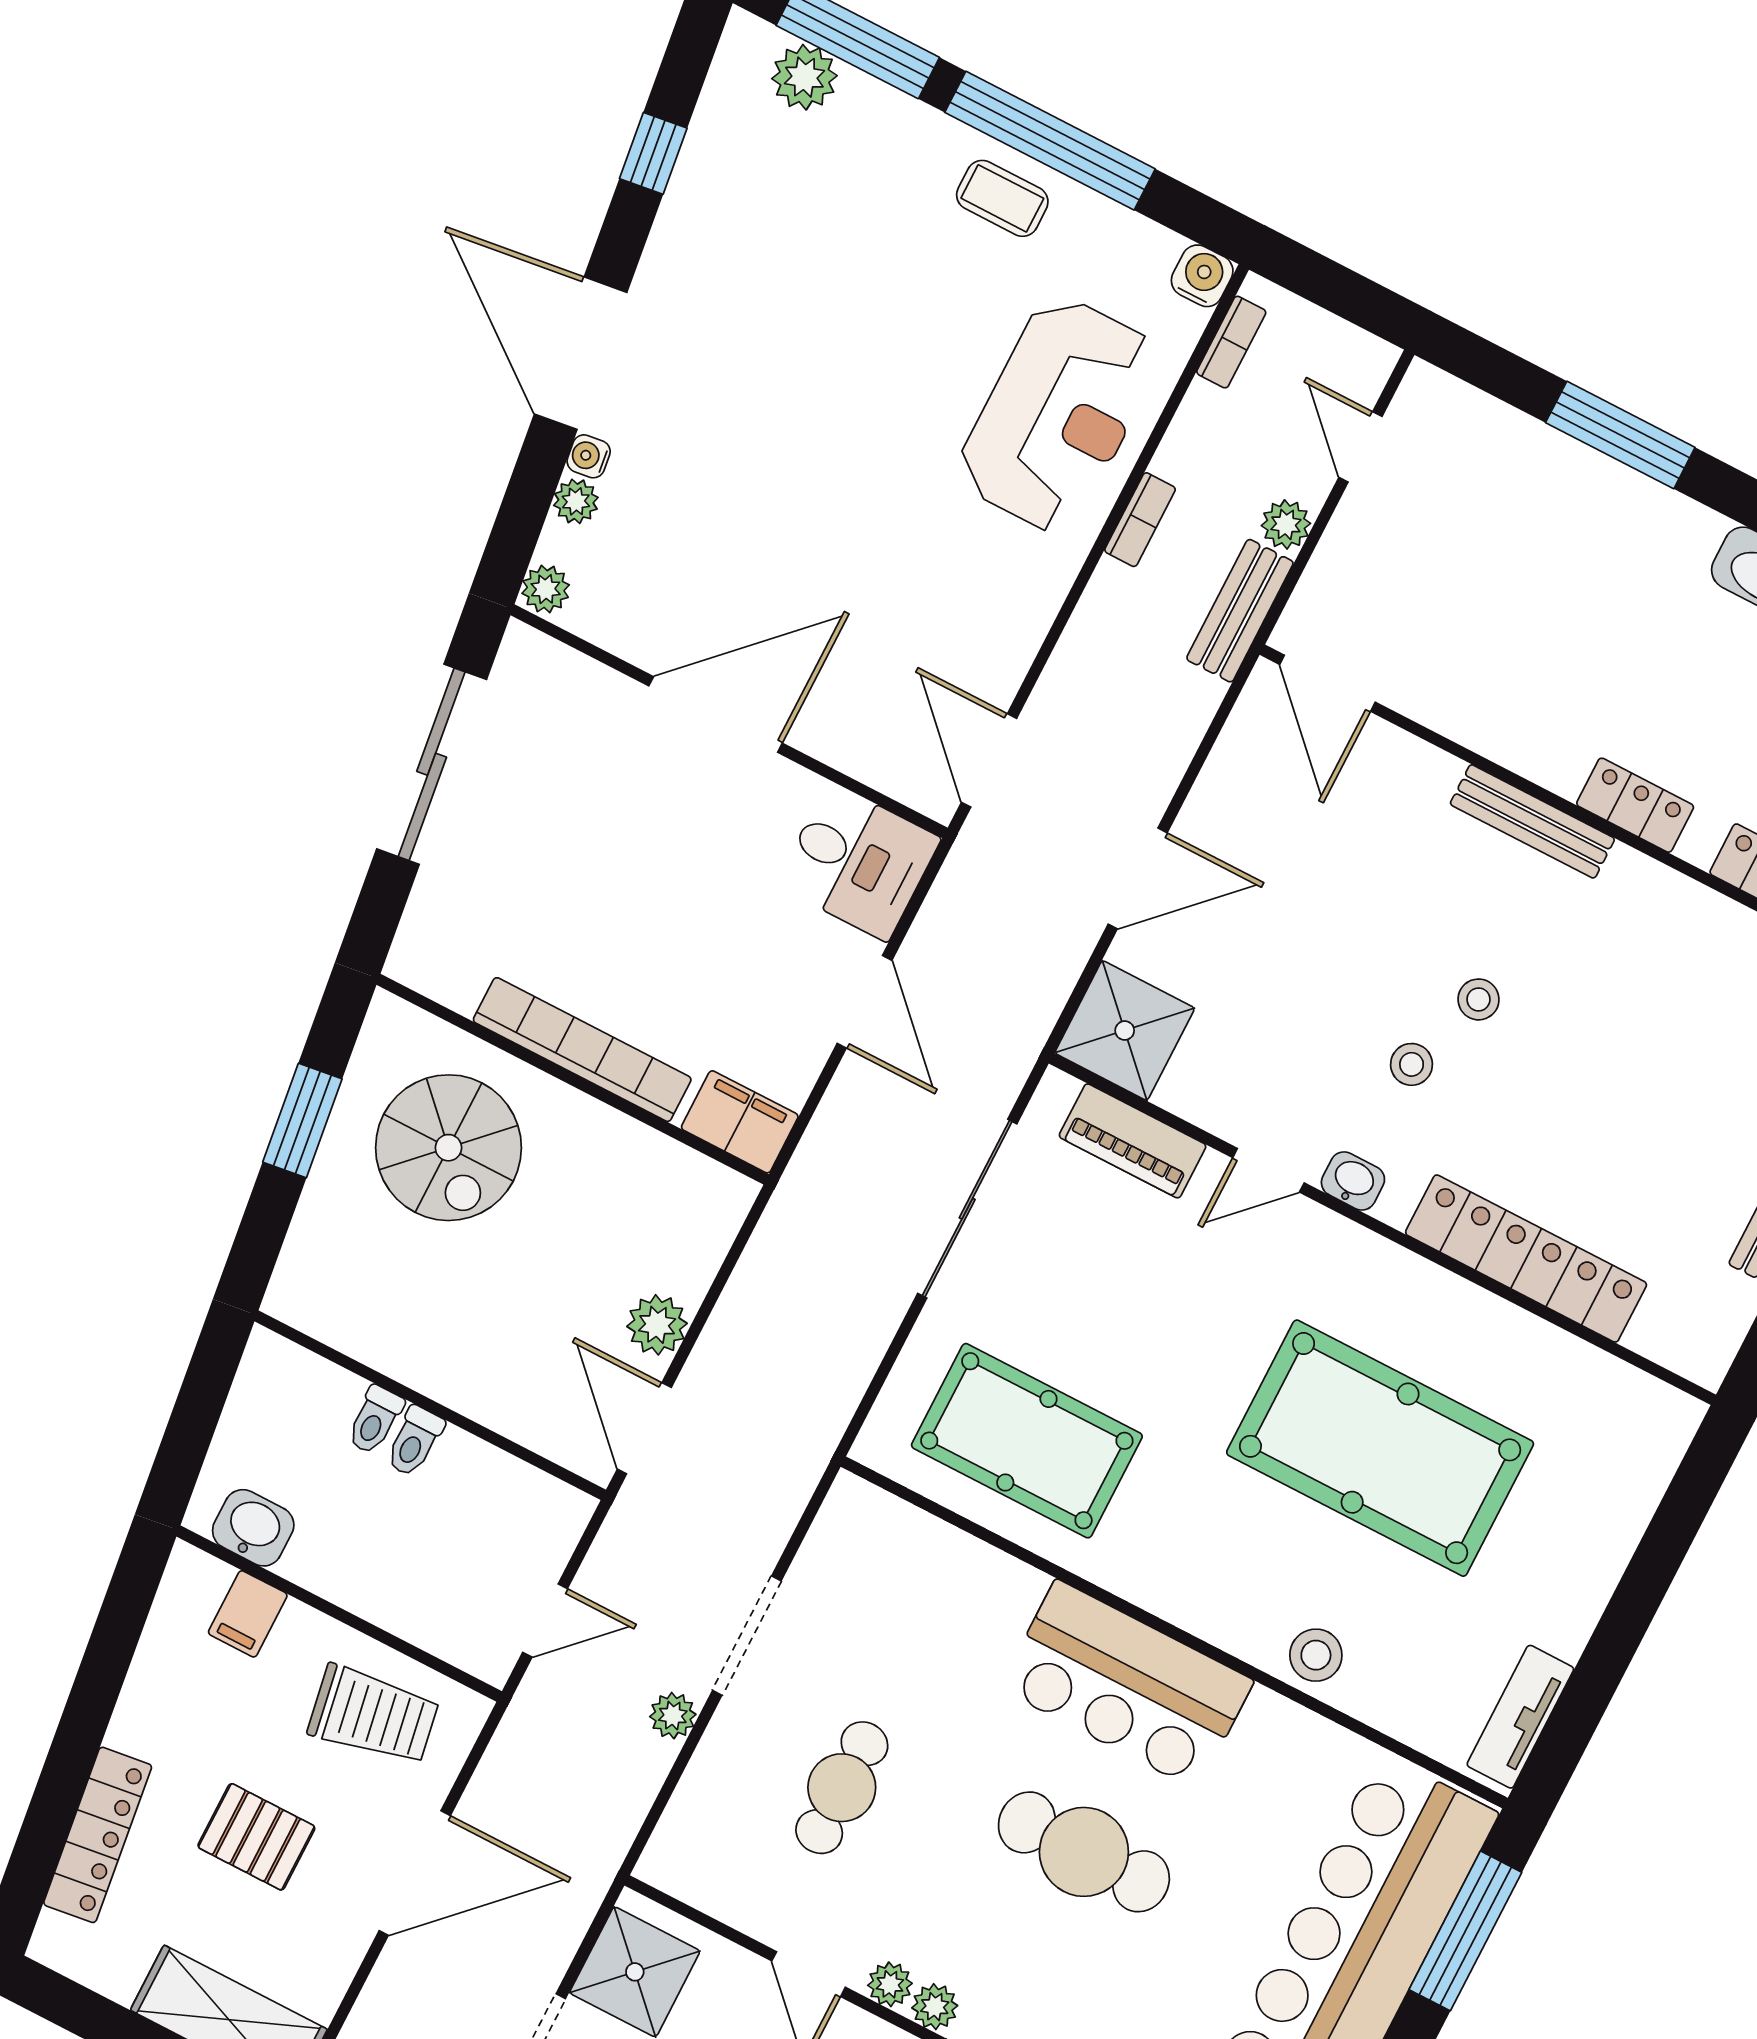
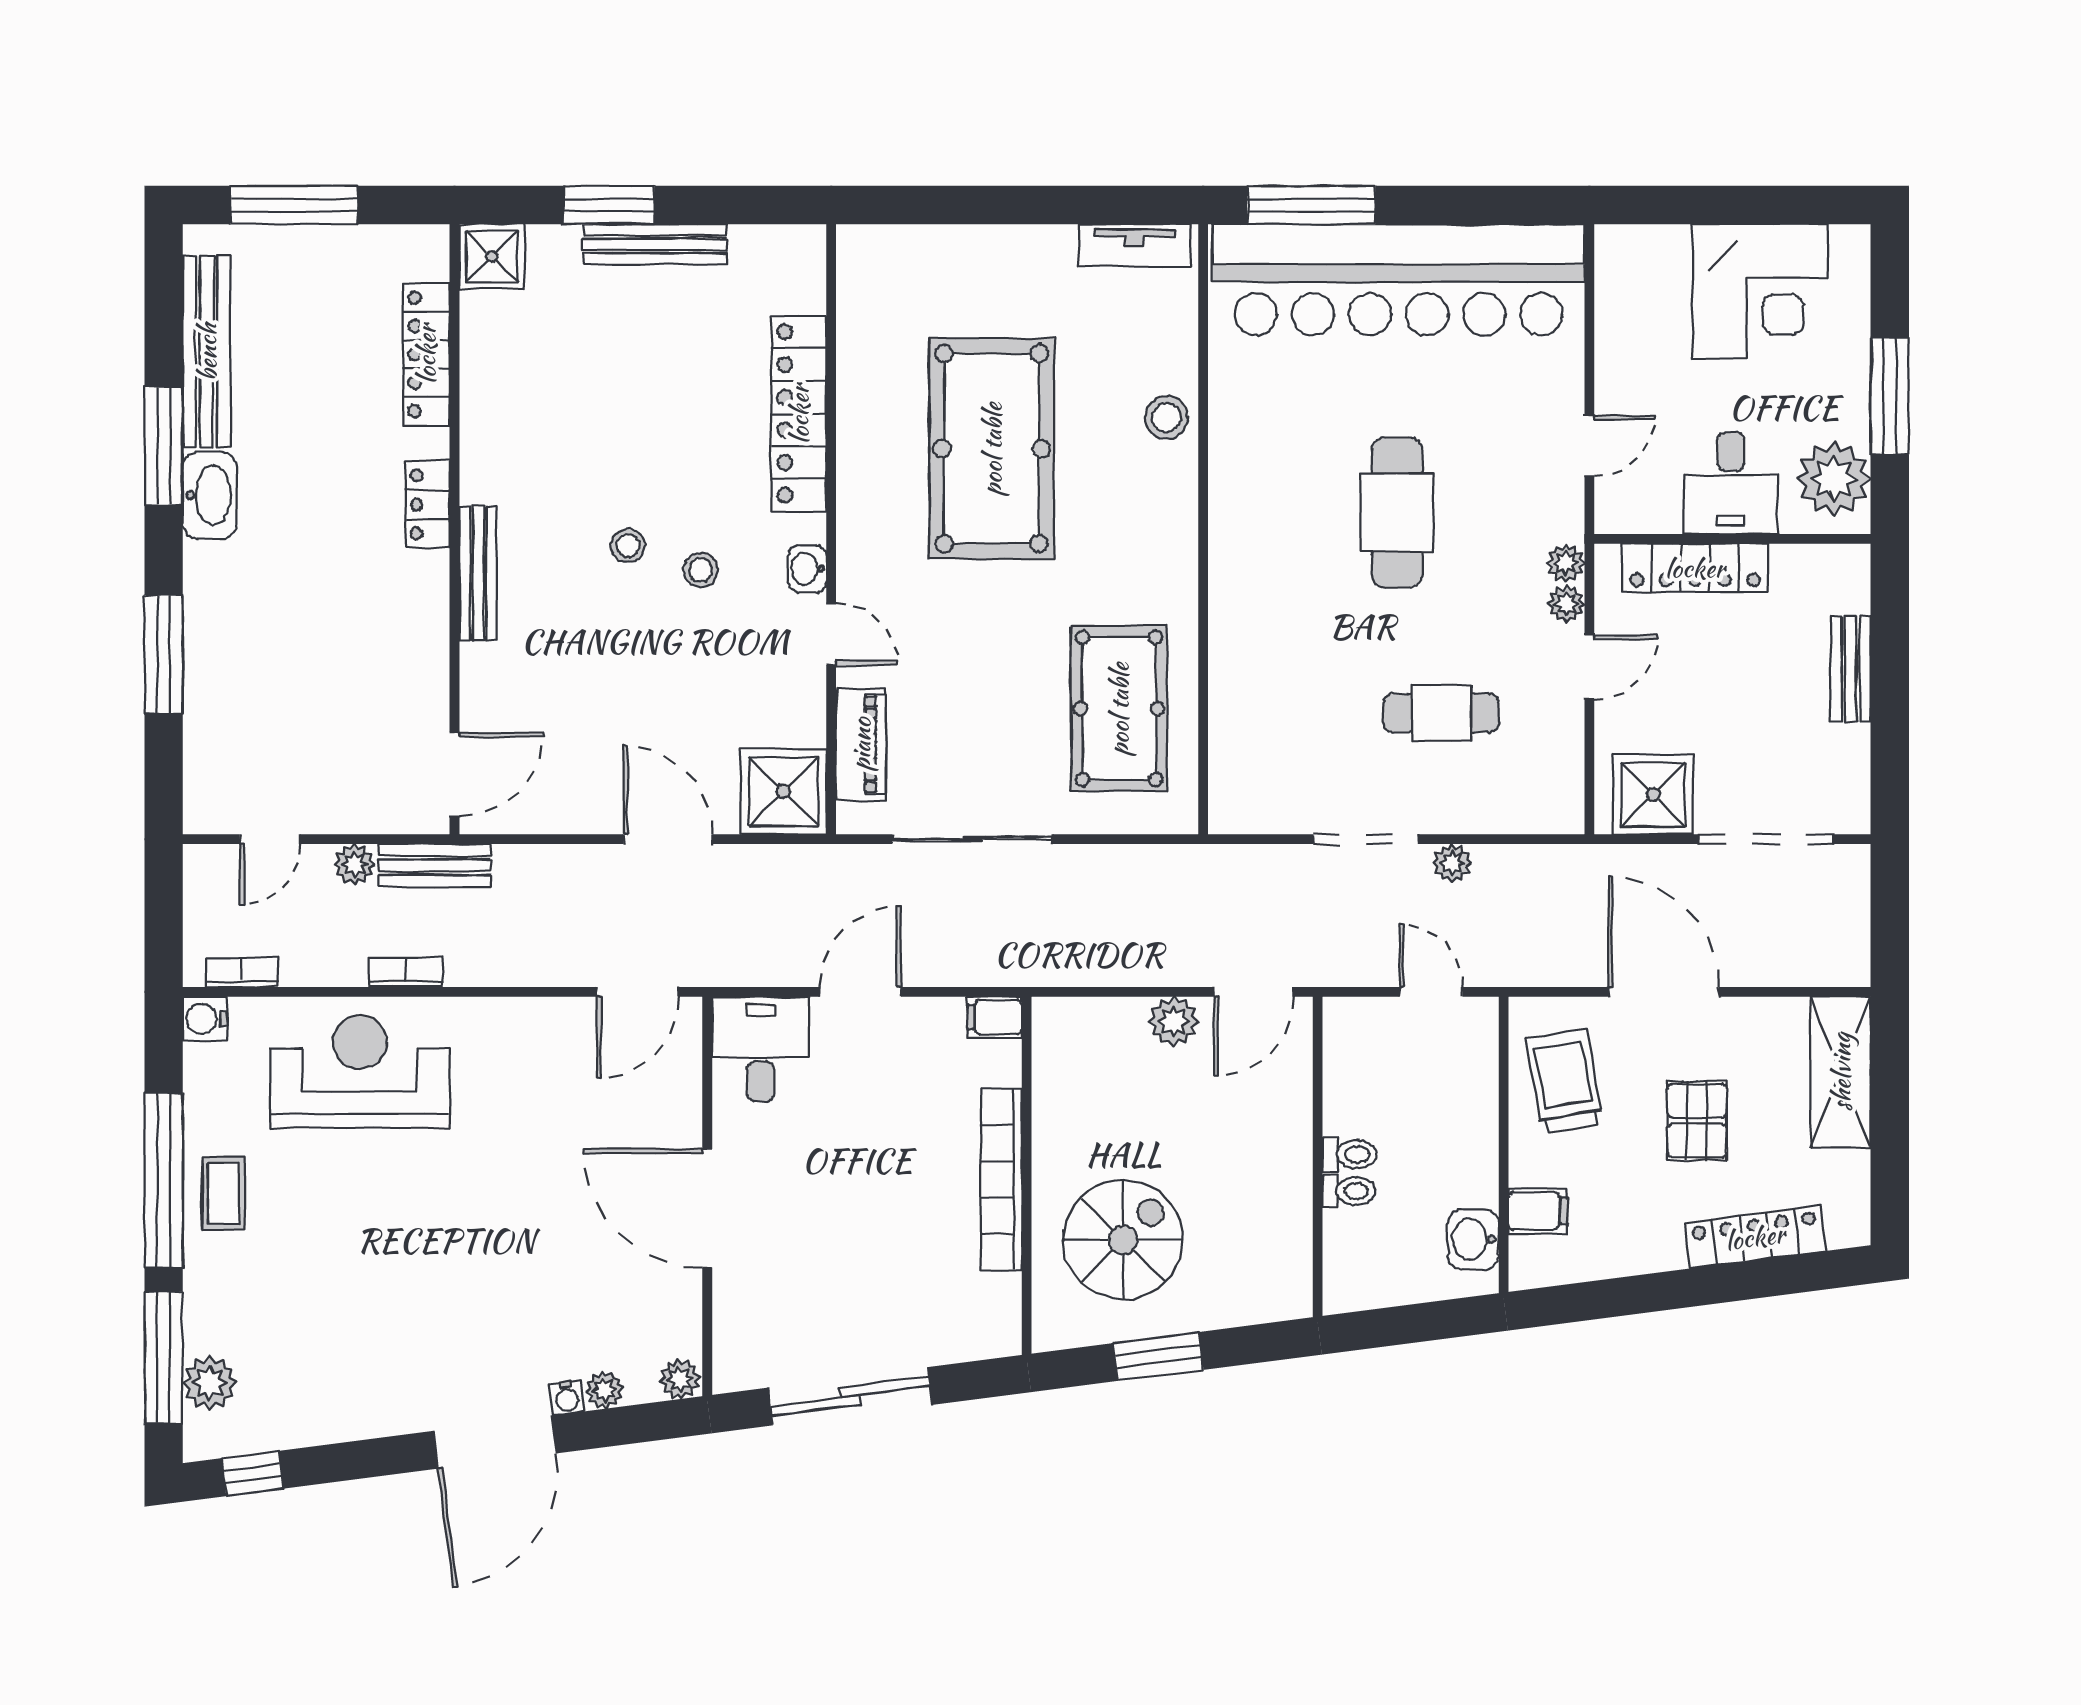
window: (653, 153) -> (253, 1473), moved
filing cabinet: (740, 1122) -> (995, 1017), width x0.50
bar counter: (1127, 1685) -> (1259, 544), removed

